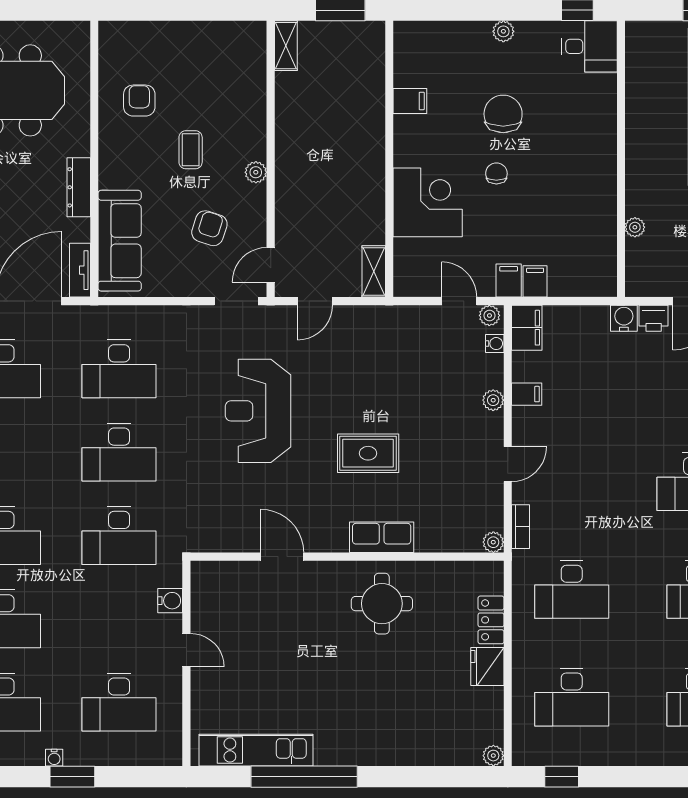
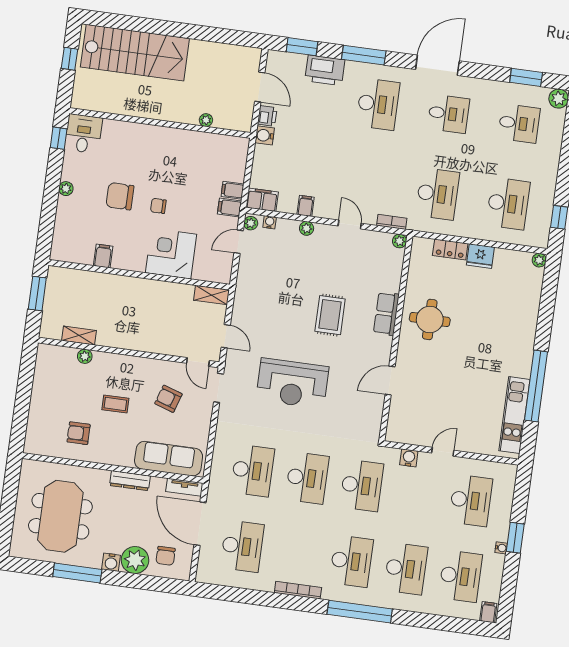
shelving: (286, 46) -> (79, 335), moved
plant: (256, 172) -> (85, 356), moved

